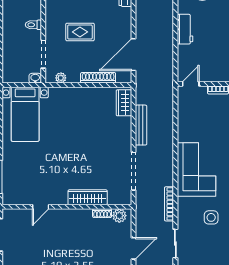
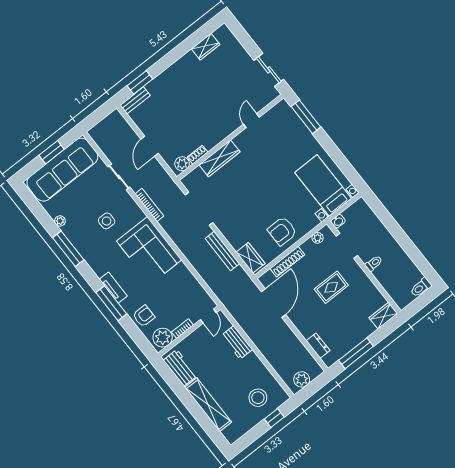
workbench: (185, 29) -> (237, 342), moved
armchair: (84, 104) -> (282, 231), added

